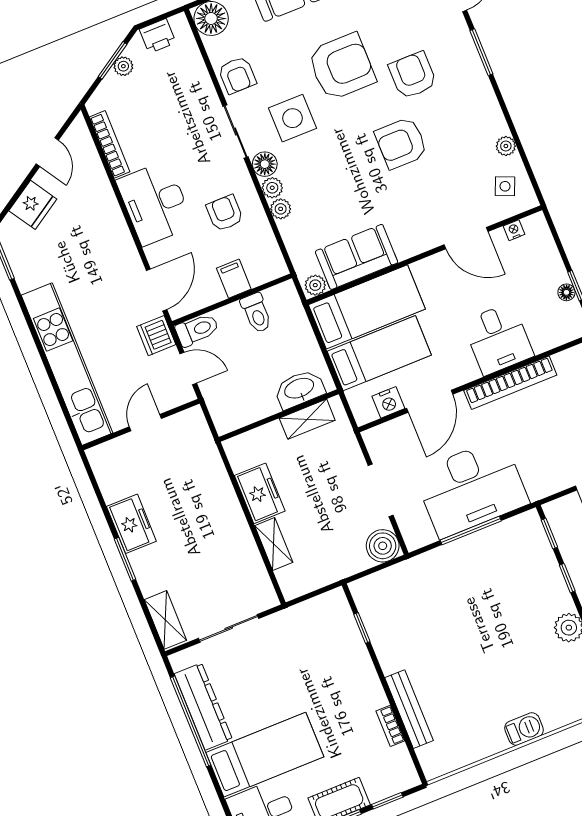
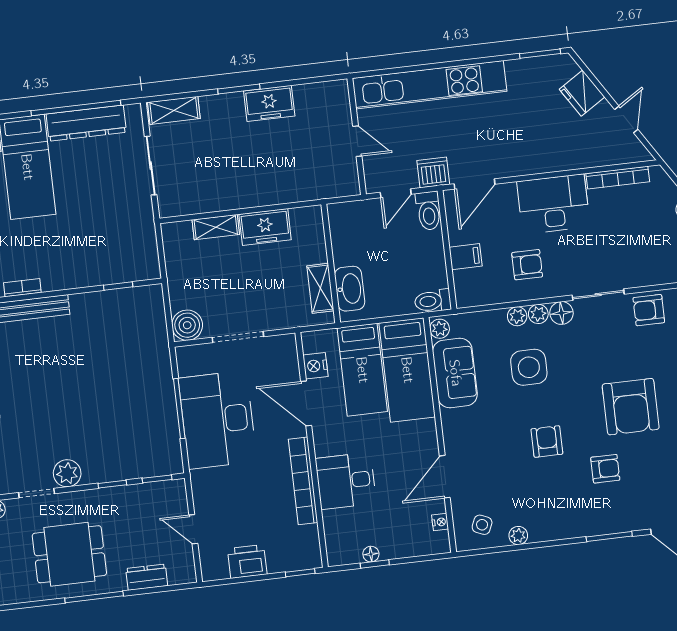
armchair: (413, 75) -> (605, 469), width x0.72, depth x0.72
side table: (293, 118) -> (529, 367), moved
armchair: (401, 143) -> (547, 442), width x0.72, depth x0.72
door: (47, 152) -> (626, 119), swing flipped
door: (157, 290) -> (474, 184), hinge flipped
toilet: (256, 313) -> (433, 301), moved

